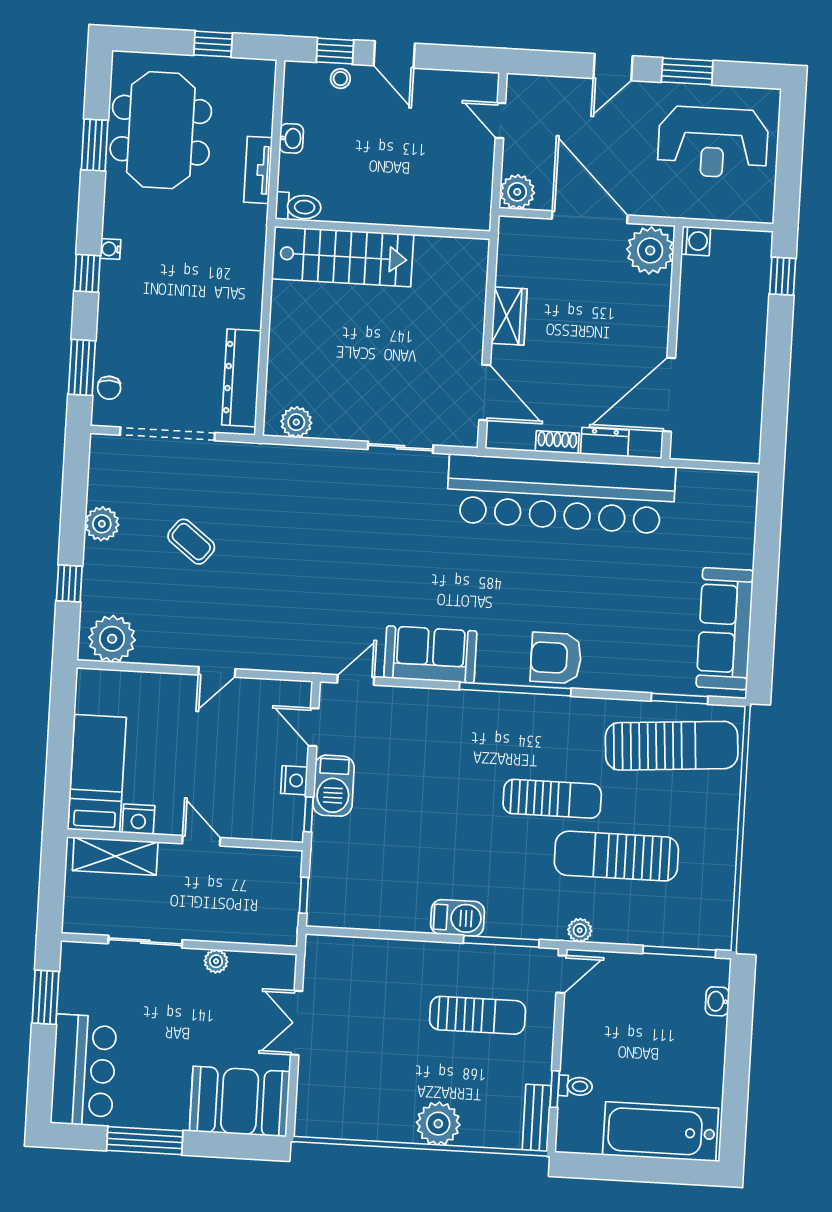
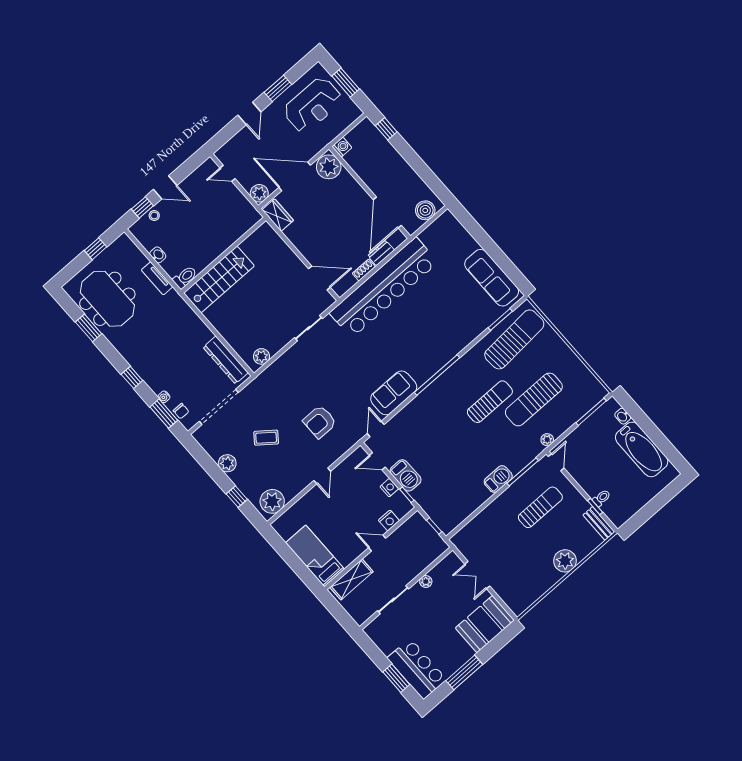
window: (789, 156) -> (346, 83), added
water cooler: (110, 249) -> (164, 397), moved
wardrobe: (509, 316) -> (278, 215), moved
boiler: (725, 444) -> (425, 210), added
armchair: (556, 658) -> (320, 422), moved
nightstand: (138, 819) -> (389, 520), moved
window: (45, 997) -> (396, 678), moved
bathtub: (661, 1132) -> (642, 449), moved, turned -90

